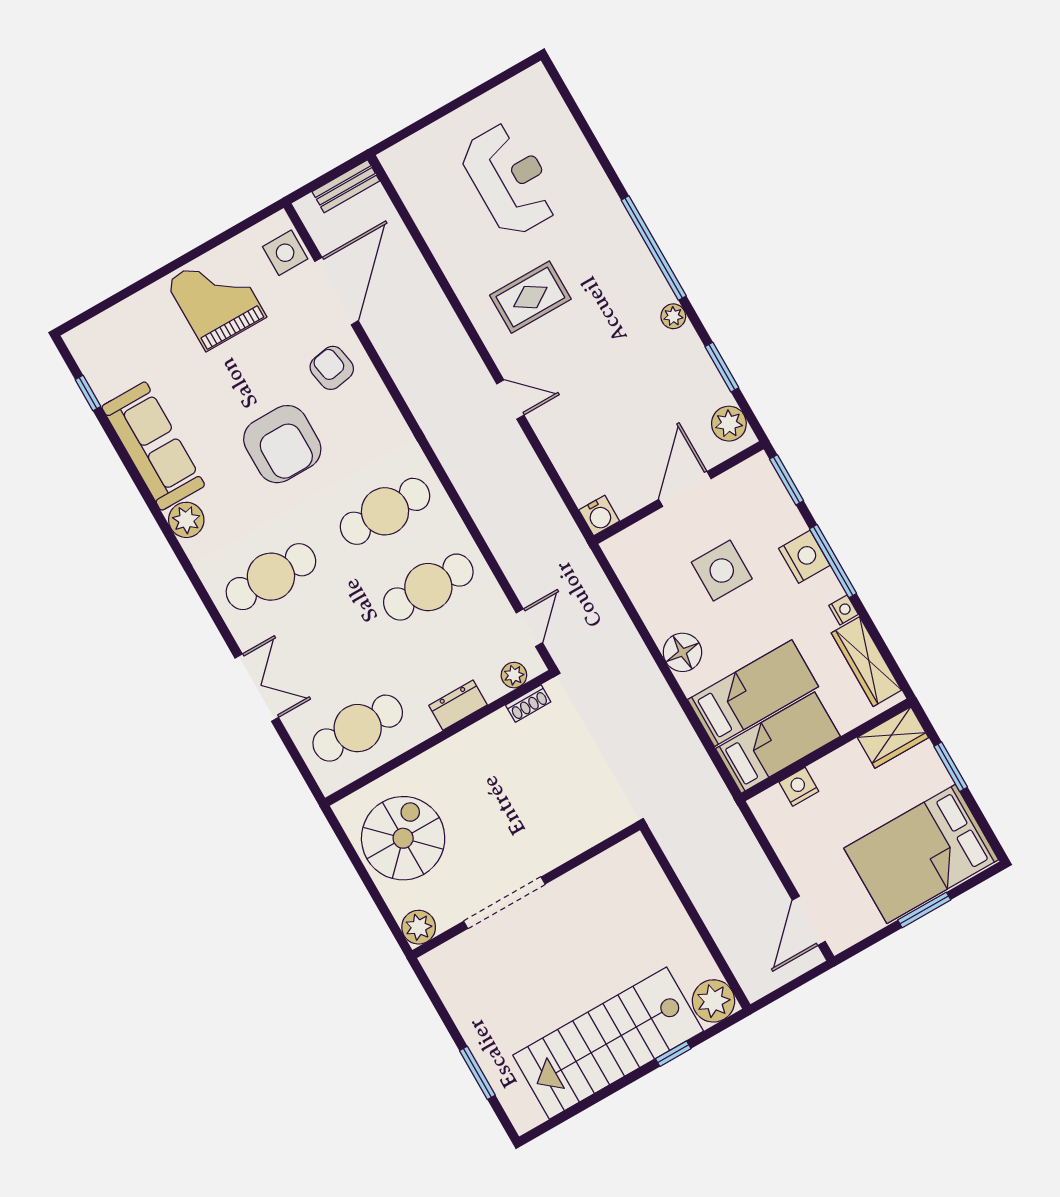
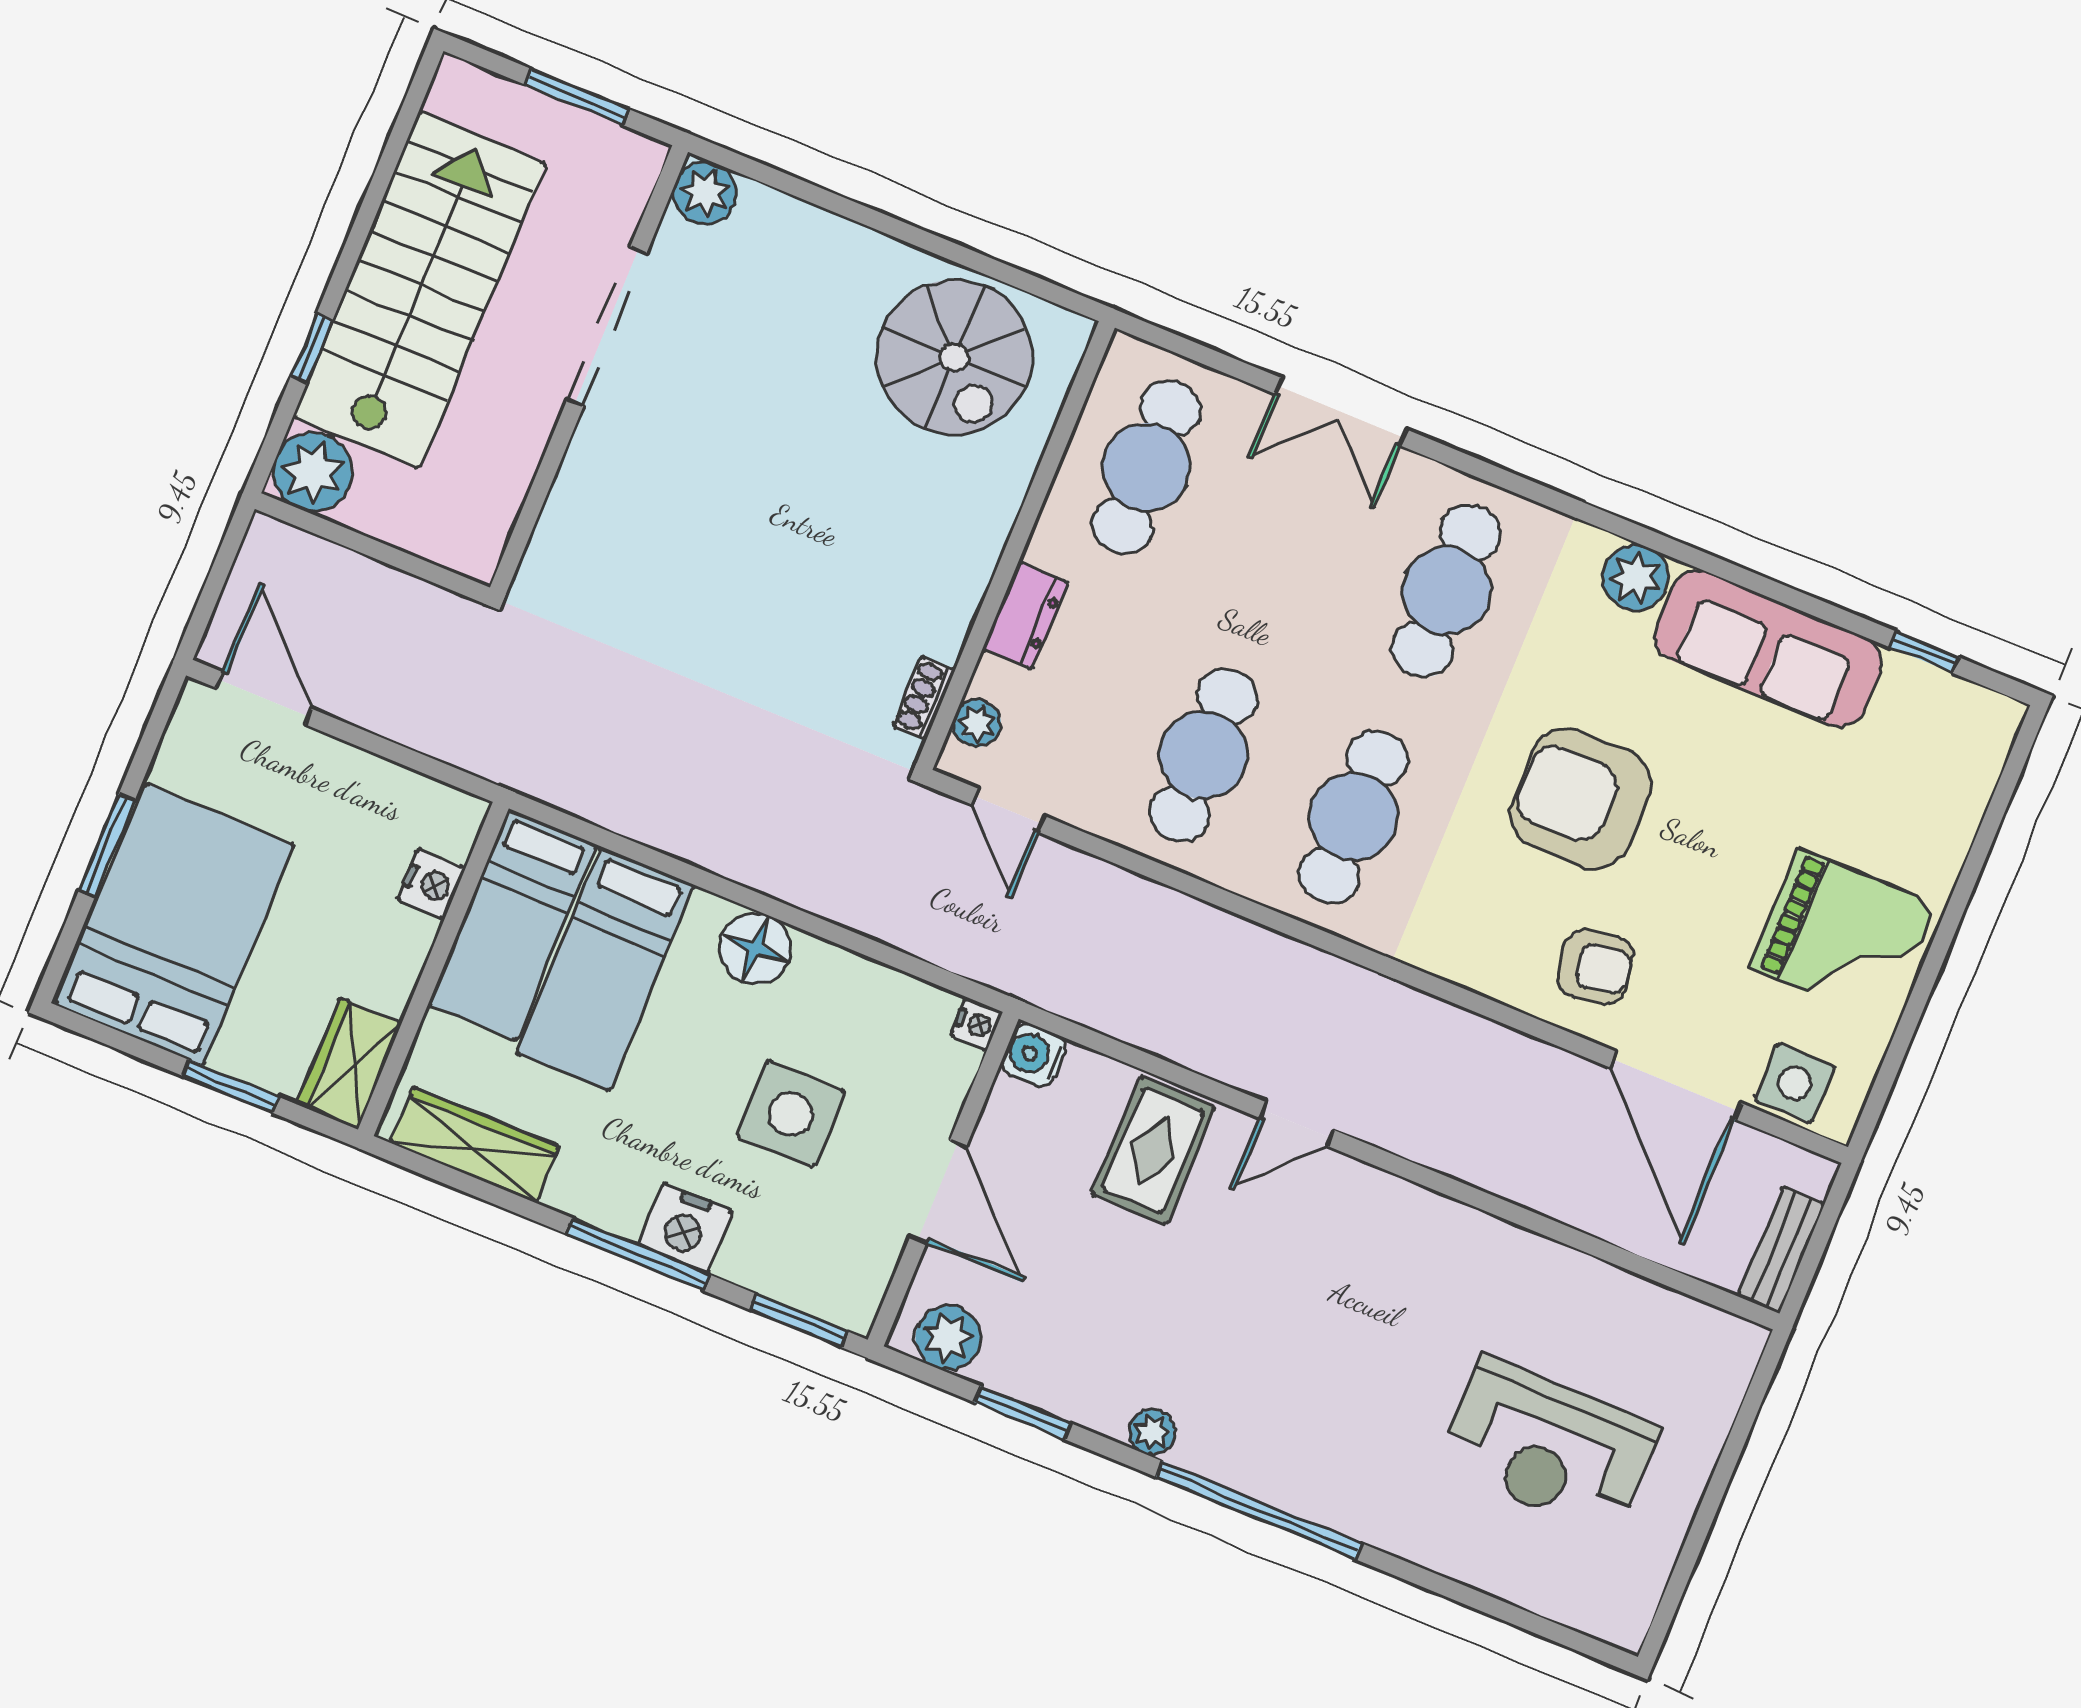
rug: (530, 297) -> (1153, 1151), moved
nightstand: (843, 610) -> (977, 1024), moved, turned -90
wall: (526, 890) -> (589, 370), moved
doorway: (504, 903) -> (607, 326), moved
plant: (419, 927) -> (705, 193), moved

